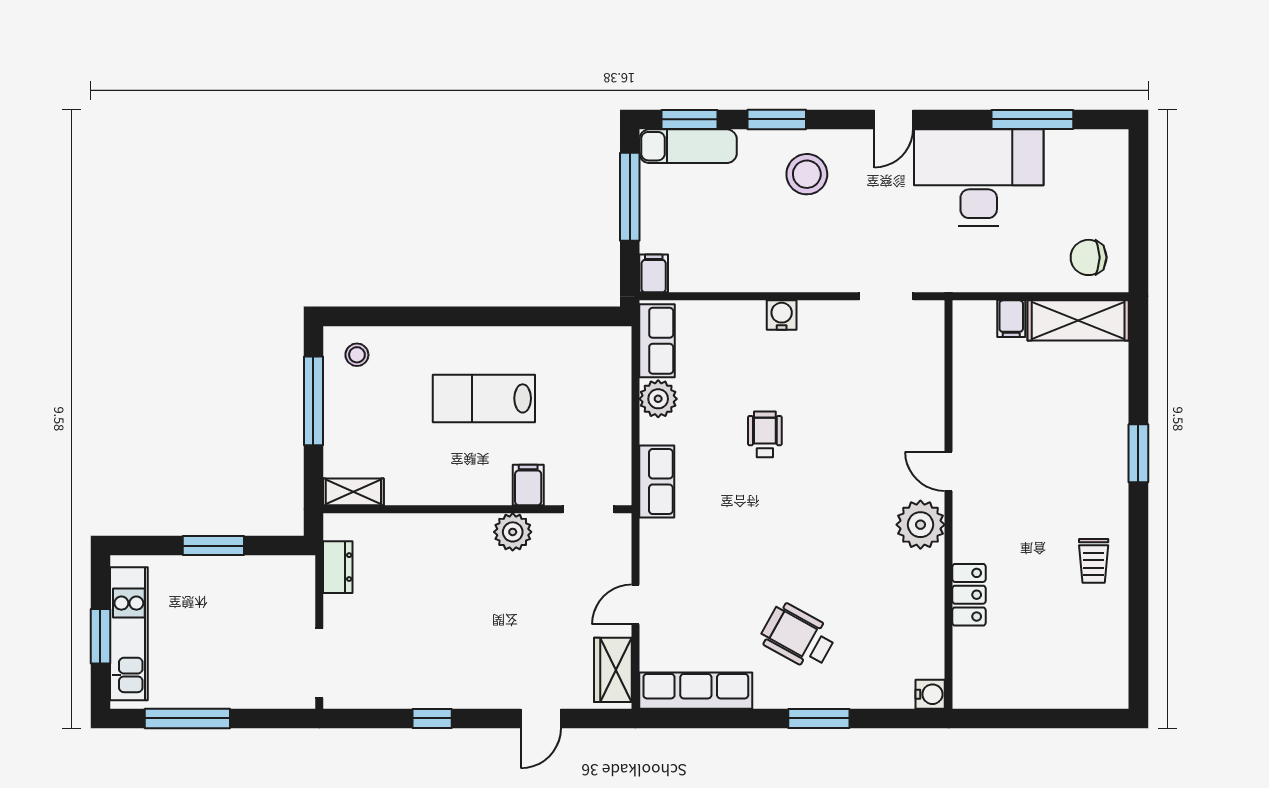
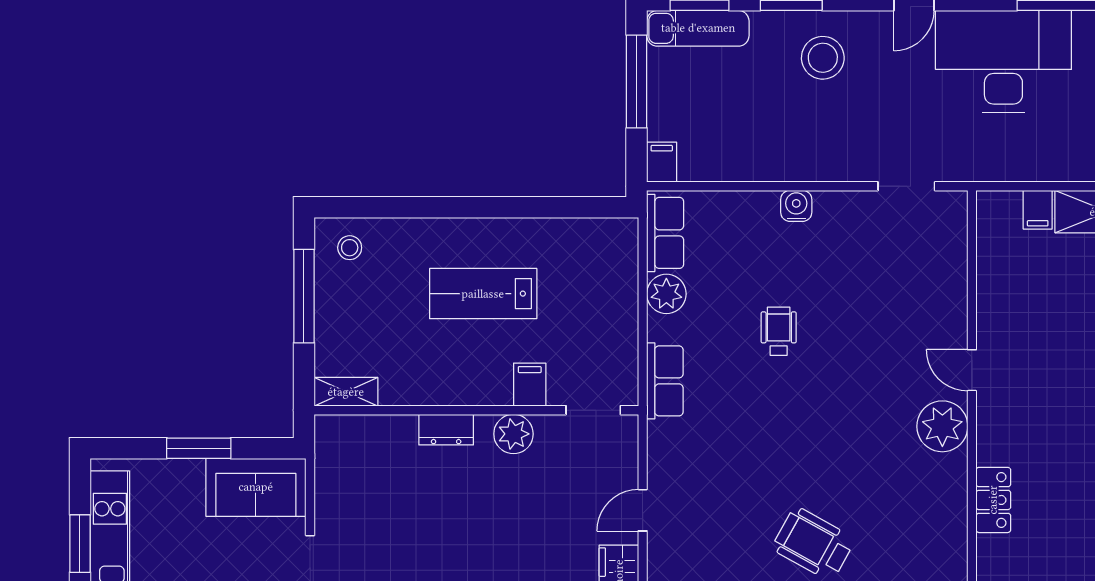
dresser: (338, 567) -> (446, 430), moved, turned 90
sofa: (268, 583) -> (256, 487), added

